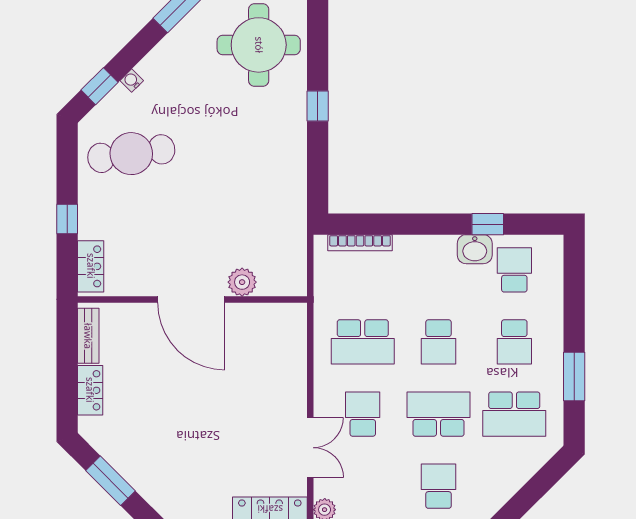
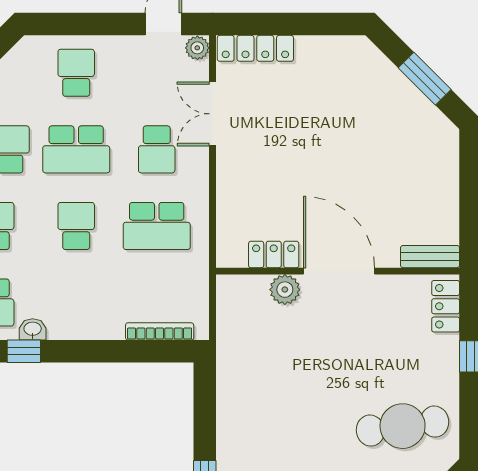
washbasin: (475, 249) -> (33, 329), width x0.72, depth x0.69
bench: (88, 336) -> (430, 257), moved, turned 90
school desk: (363, 342) -> (157, 226), turned 180
locker: (90, 390) -> (274, 254), moved, turned 90
school desk: (439, 486) -> (76, 73), turned 180

